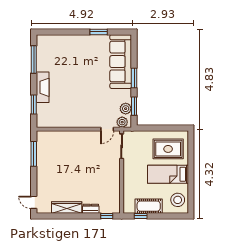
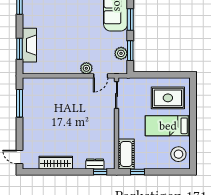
fireplace: (43, 87) -> (29, 45), moved
plant: (122, 122) -> (86, 68), moved
cot: (149, 206) -> (126, 154), moved, turned 90
dresser: (91, 209) -> (95, 164), moved

